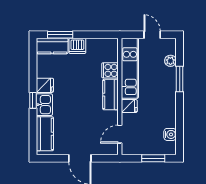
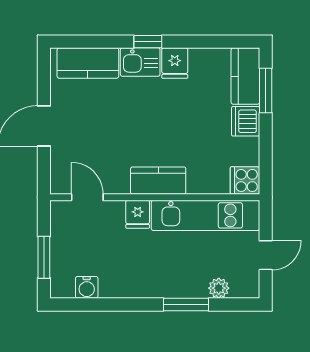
cooker: (110, 70) -> (245, 180), moved, turned -90

